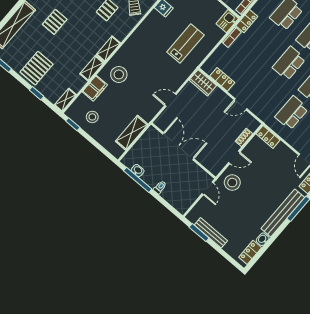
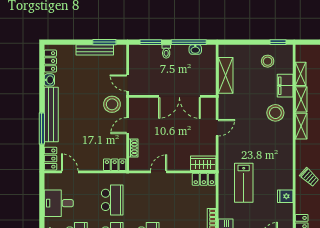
locker: (222, 79) -> (204, 179), moved
shelving: (65, 100) -> (301, 74), moved
window: (165, 204) -> (151, 42), added

